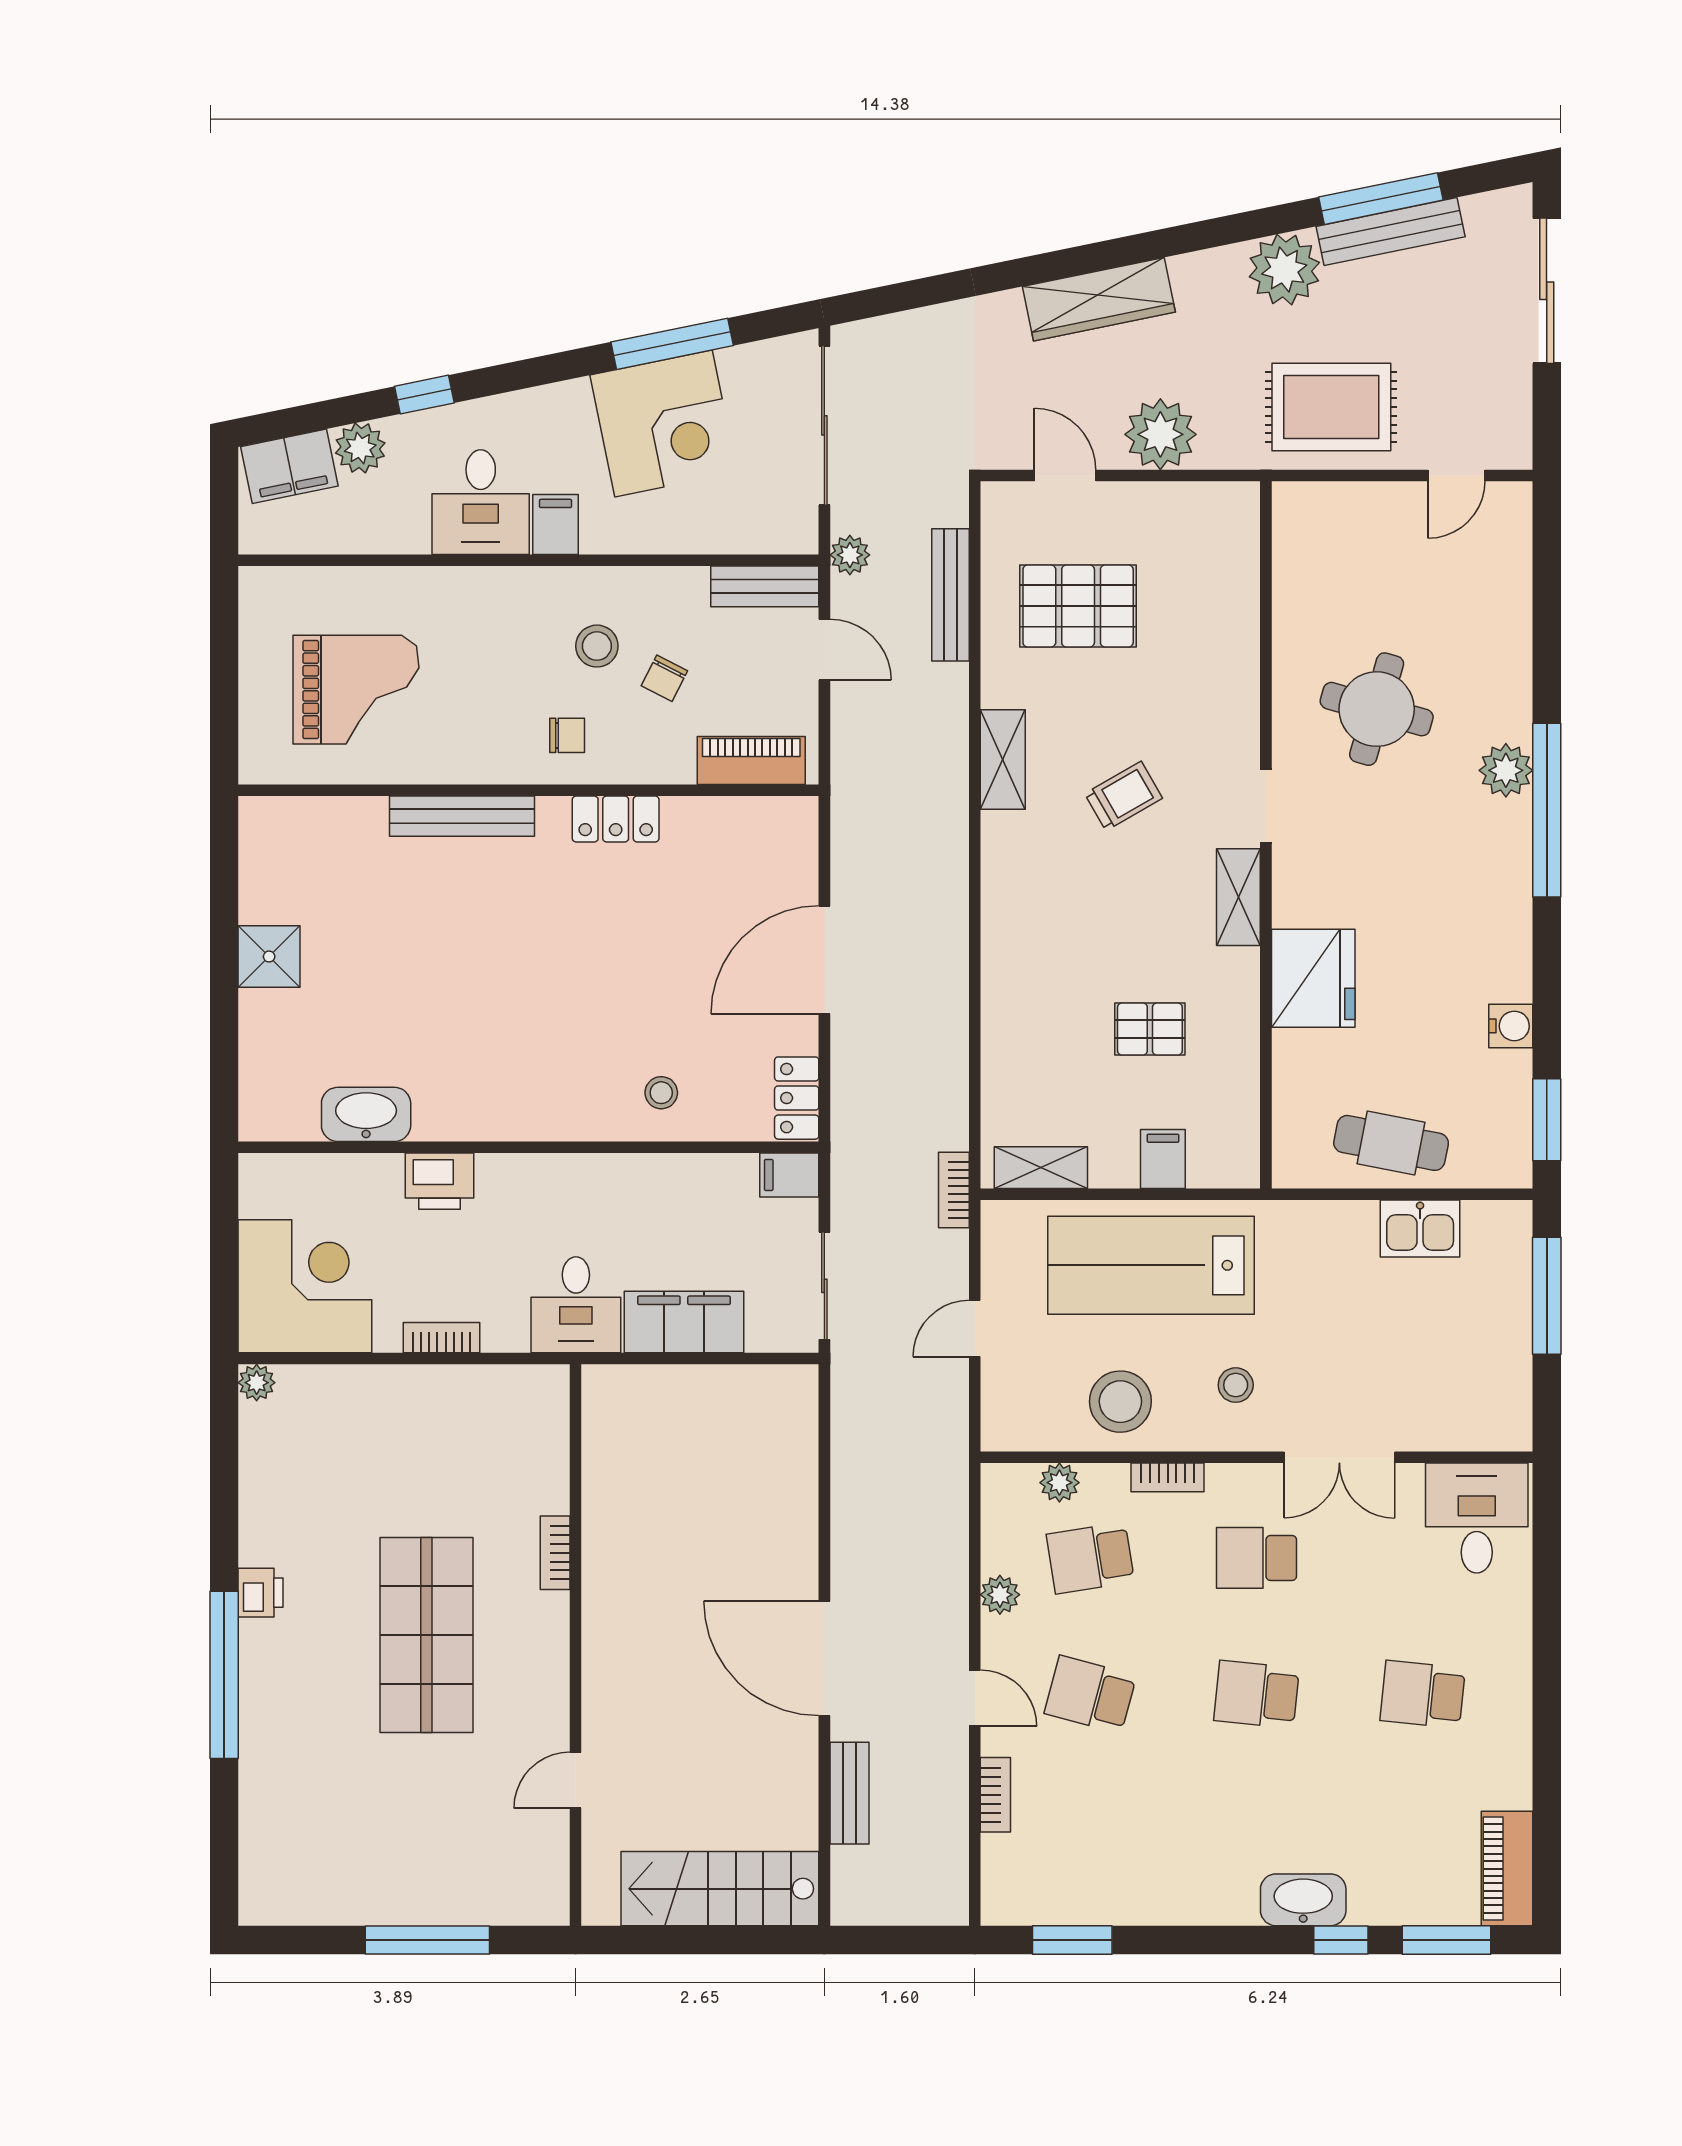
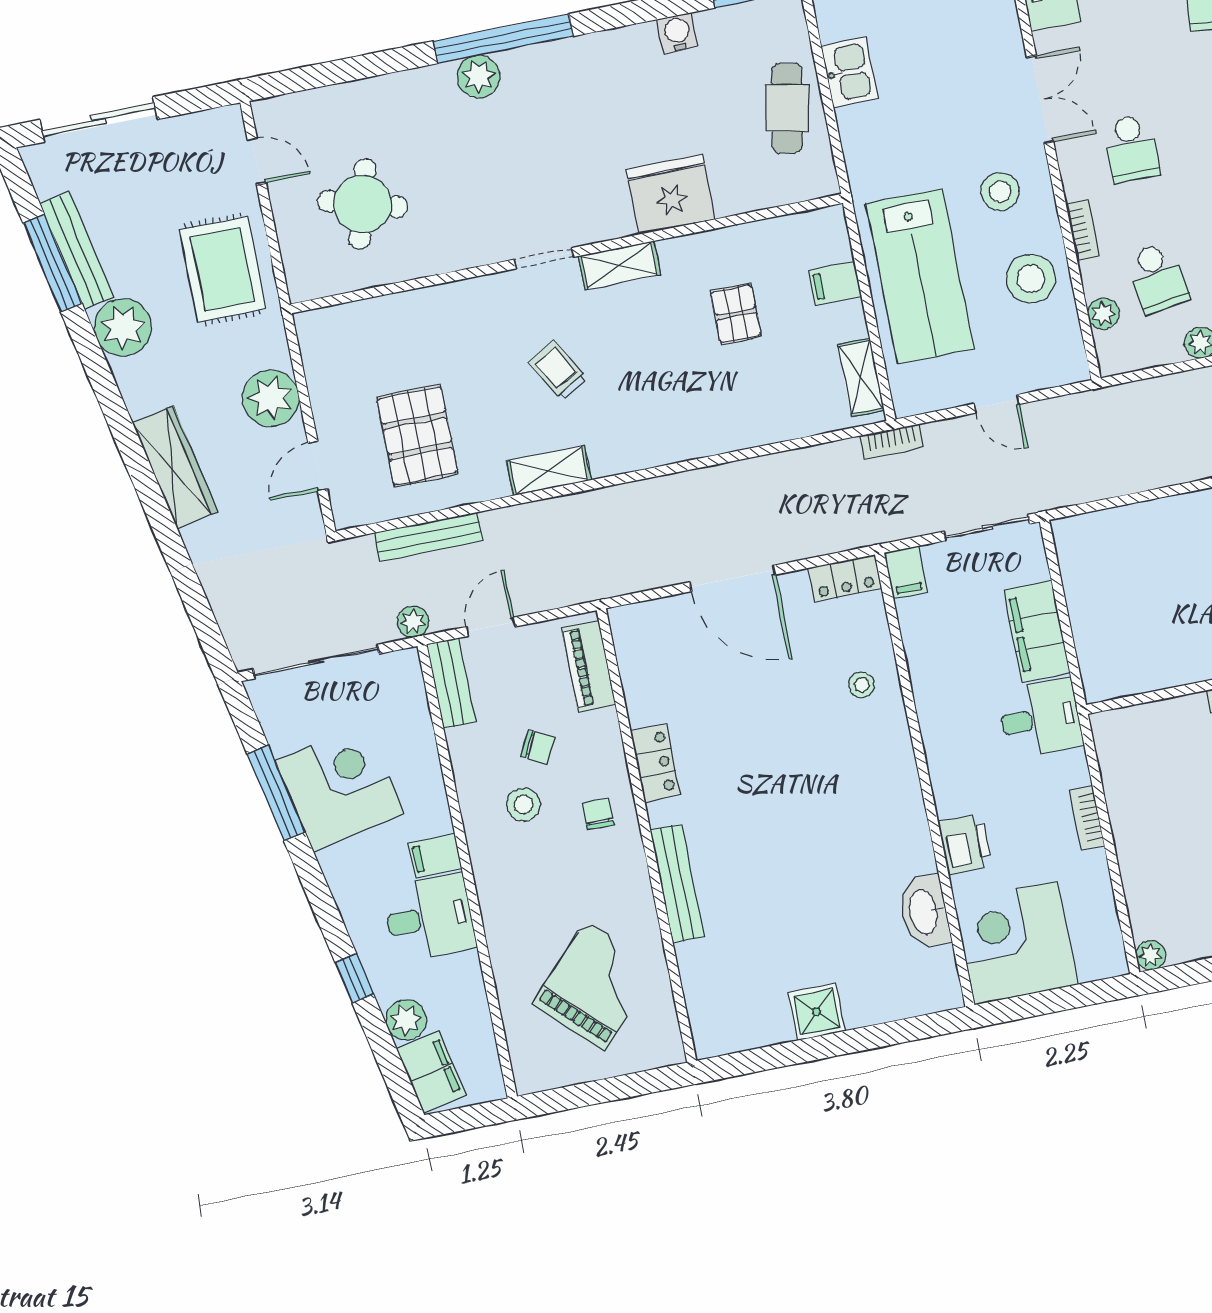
grand piano: (356, 690) -> (595, 986), turned 44
round table: (1377, 709) -> (362, 204), moved
corner desk: (305, 1286) -> (1016, 943), moved
stool: (1236, 1385) -> (1000, 191), width x1.37, depth x1.37

